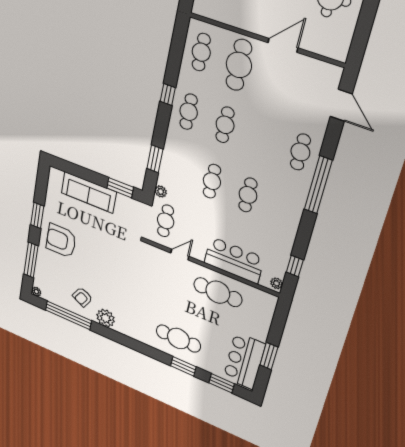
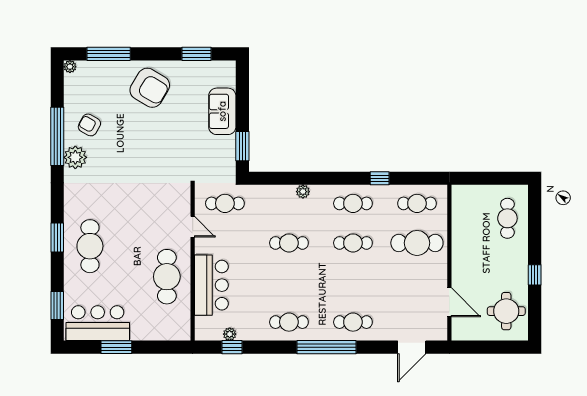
door: (283, 45) -> (449, 302), moved
window: (168, 95) -> (380, 178), moved
window: (155, 159) -> (290, 178), removed
sofa: (89, 192) -> (222, 111), width x0.73
plant: (161, 192) -> (303, 192), moved
cafe table: (248, 195) -> (289, 322), moved
window: (37, 215) -> (196, 54), moved
armchair: (61, 241) -> (150, 88), turned 121
plant: (277, 283) -> (230, 334), moved
window: (68, 315) -> (57, 136), moved
window: (183, 366) -> (57, 238), moved

